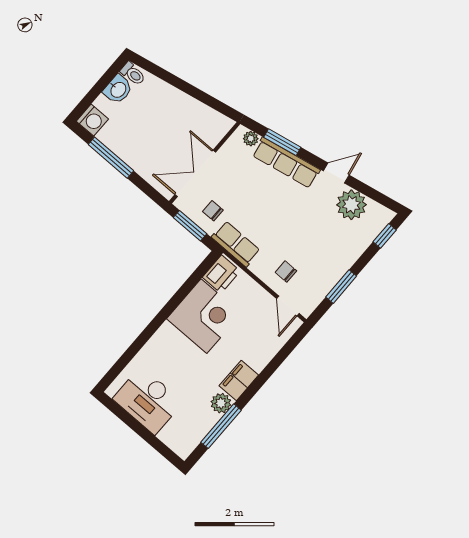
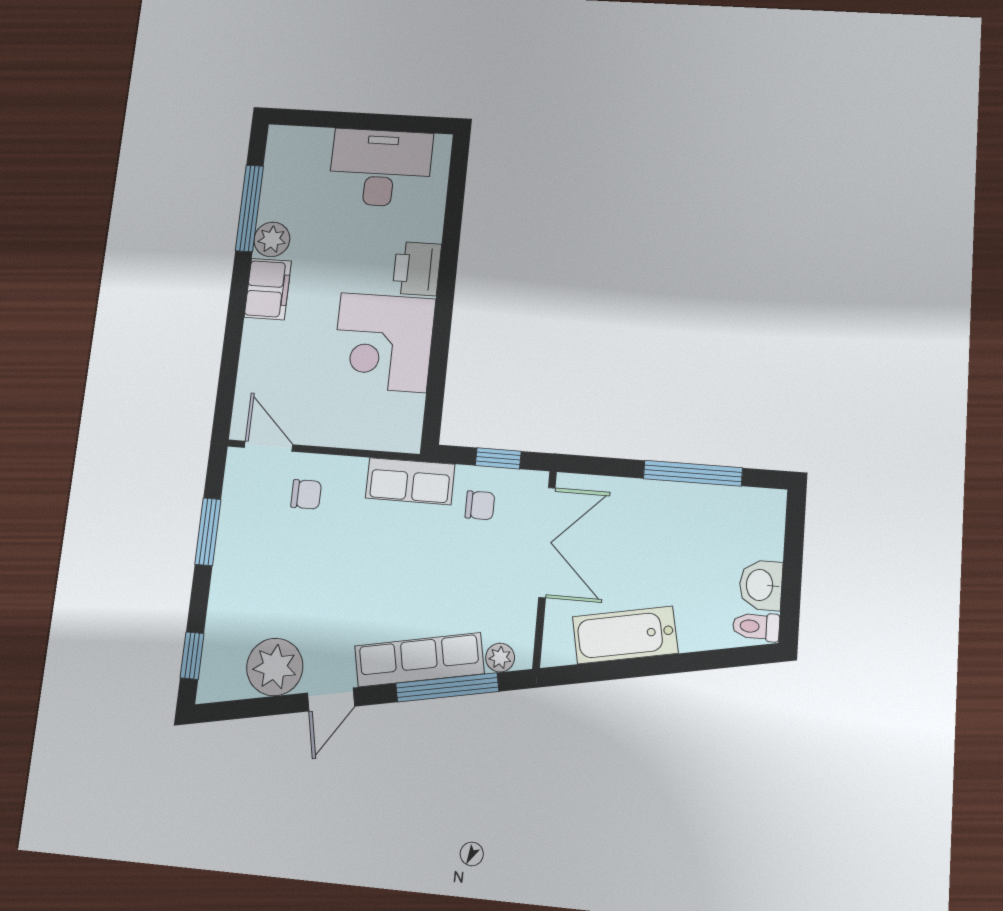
bathtub: (191, 110) -> (625, 635), added
washing machine: (92, 120) -> (764, 509), removed
window: (282, 142) -> (447, 687), width x1.44
window: (190, 226) -> (498, 458), width x0.67
printer: (221, 274) -> (417, 269), moved

